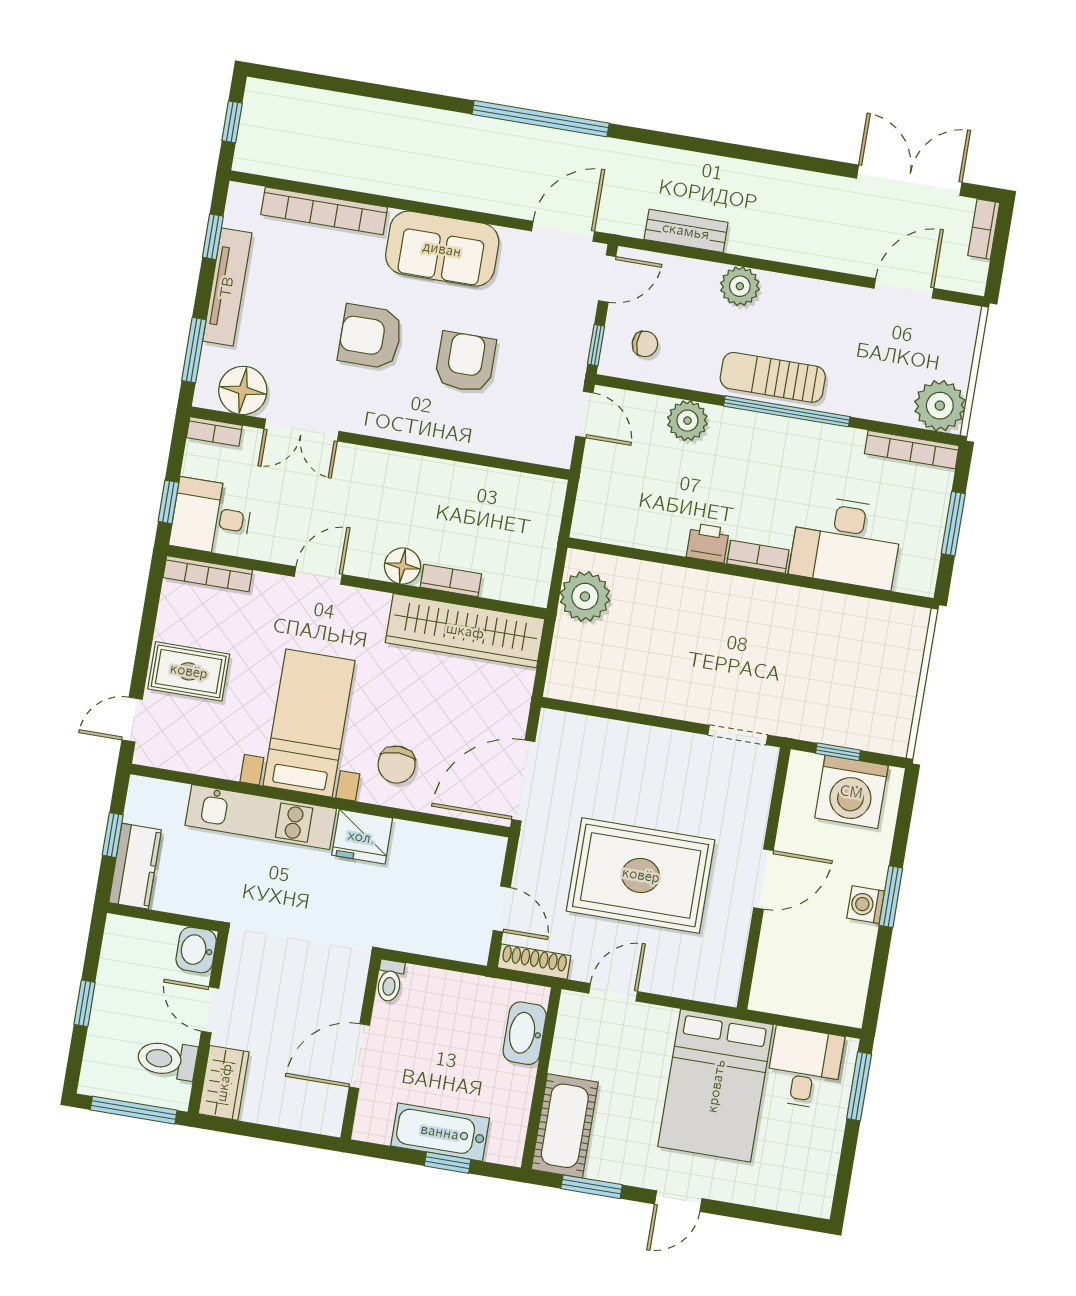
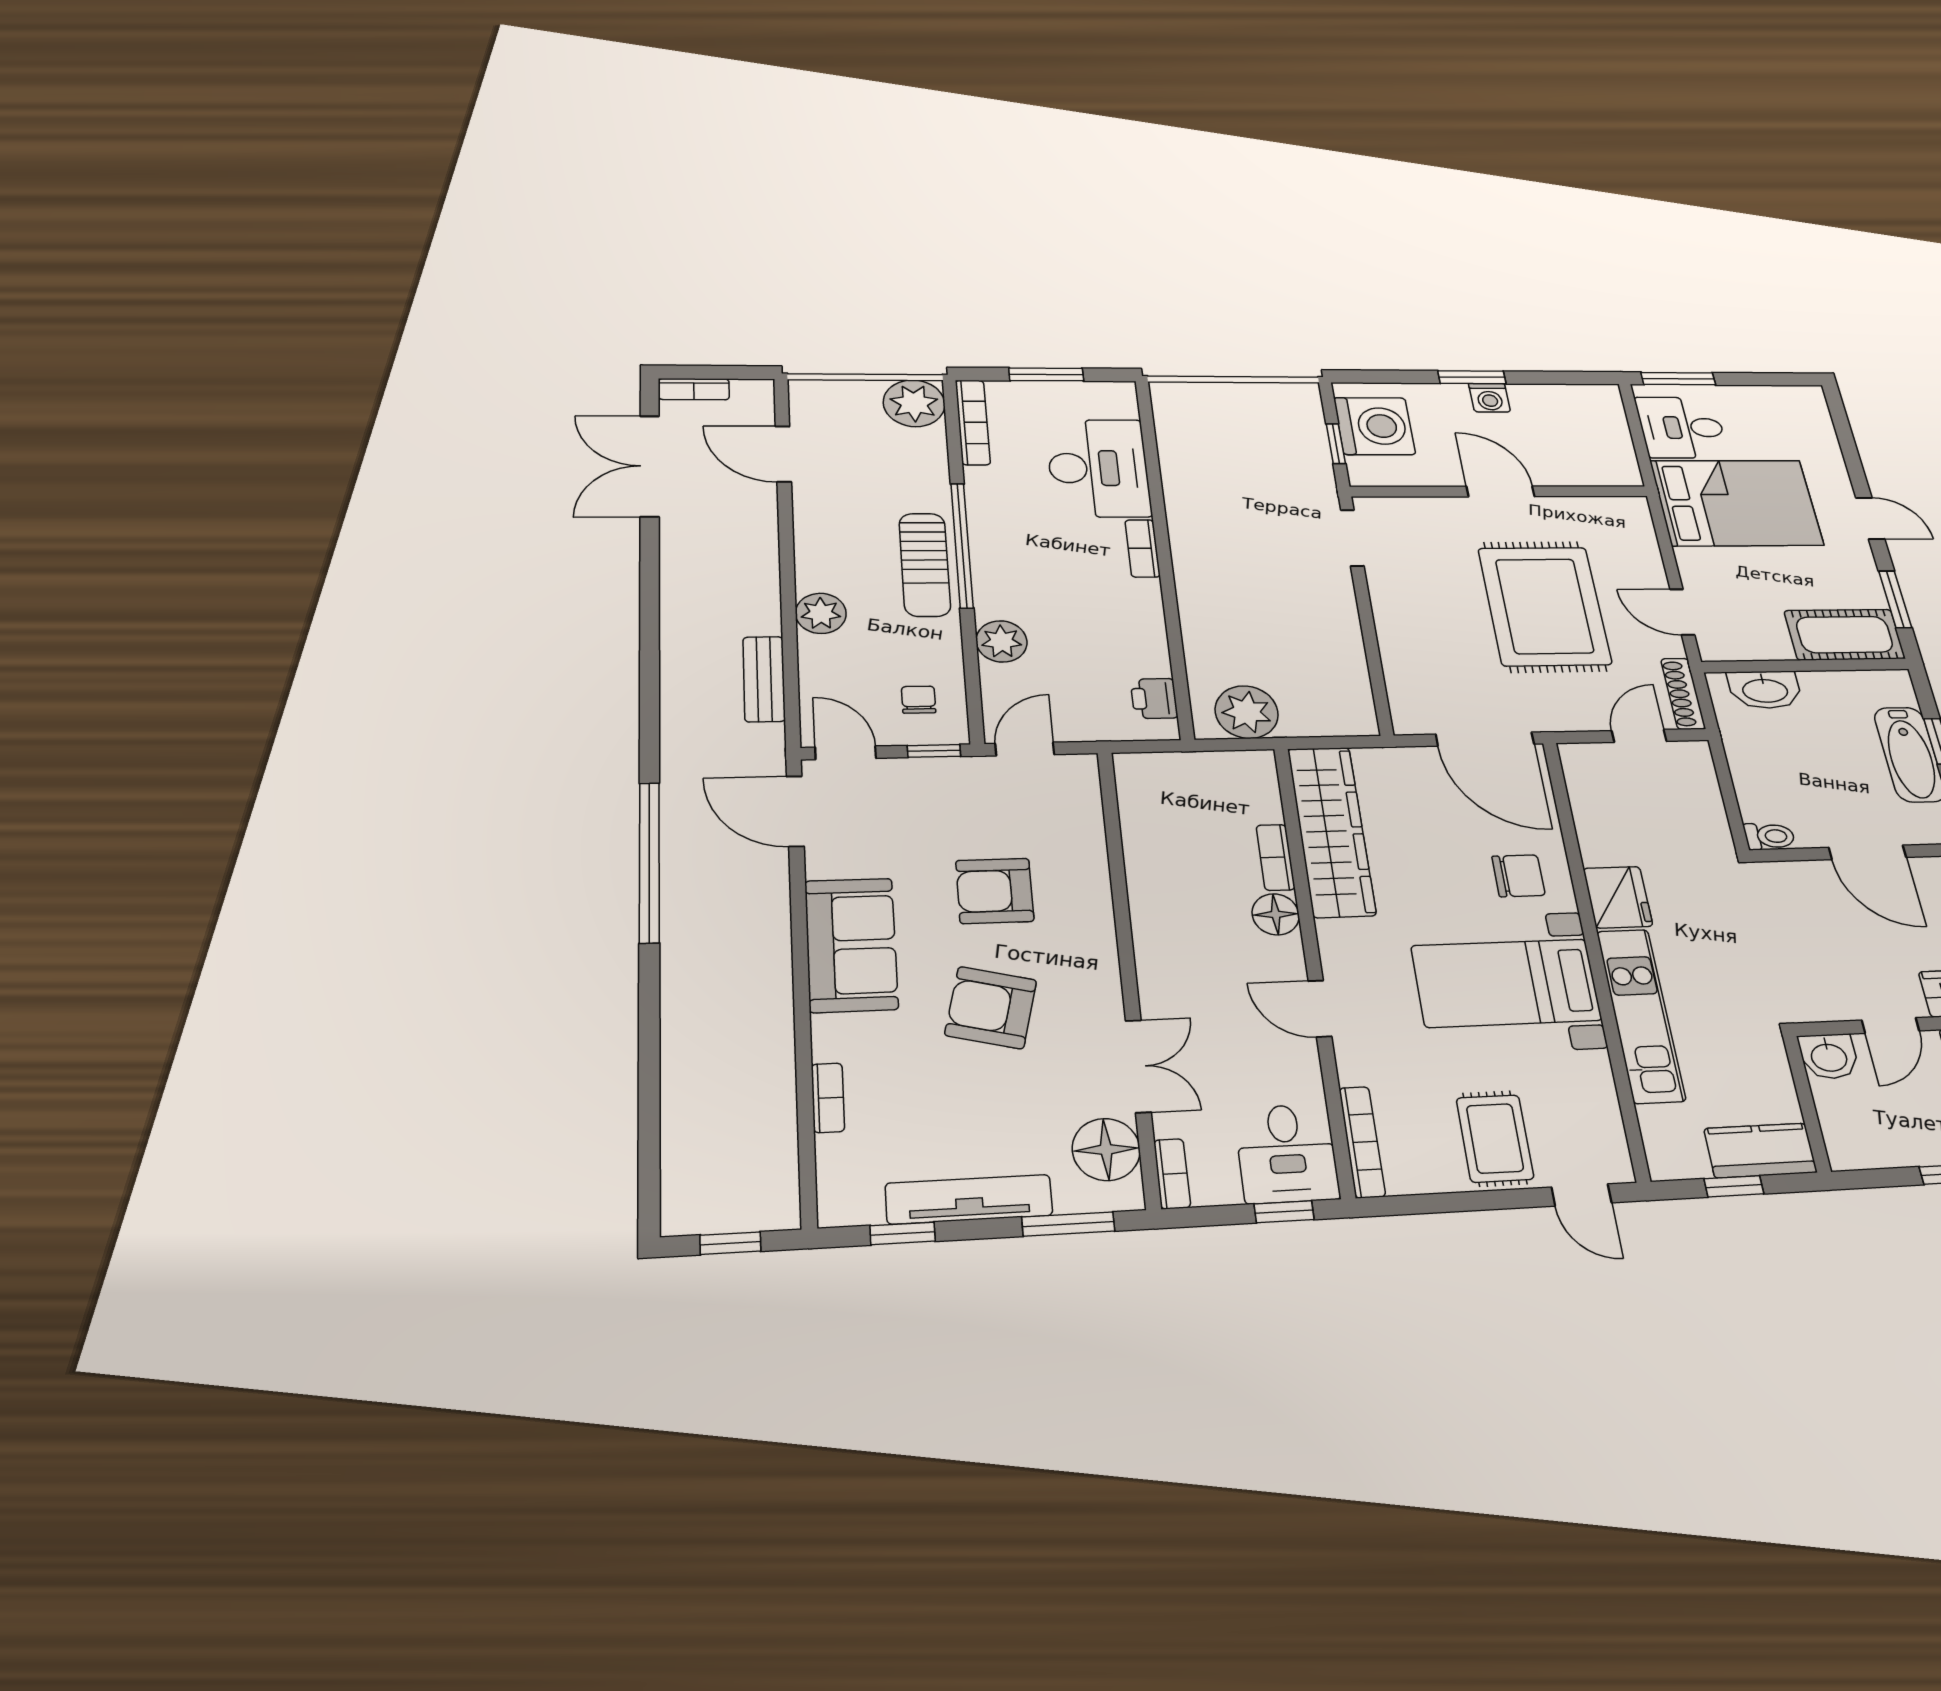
bookcase: (324, 211) -> (828, 1098), width x0.43, depth x0.76
armchair: (370, 337) -> (991, 1008), turned 104
printer: (708, 543) -> (1154, 698), moved

